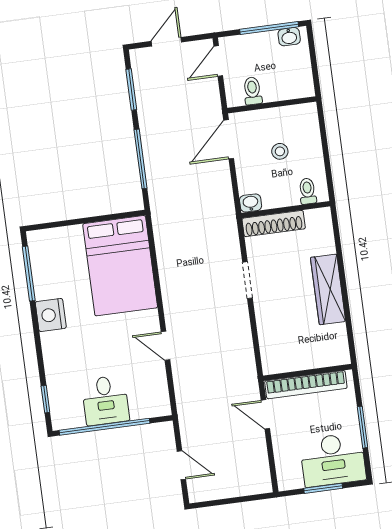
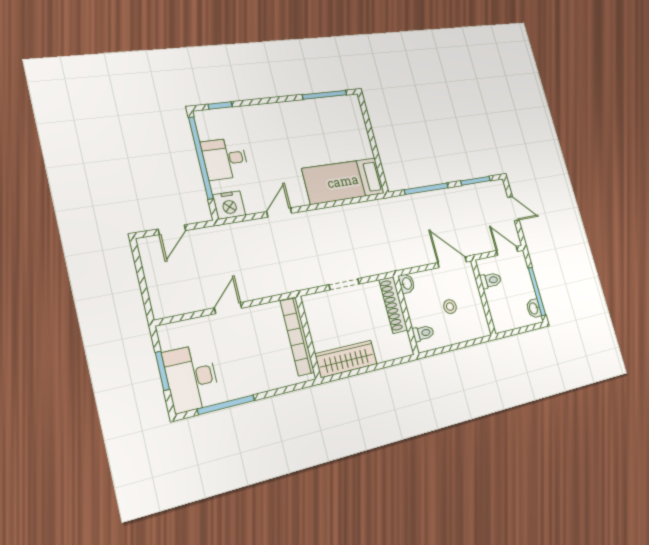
bed: (120, 266) -> (343, 181), width x0.67
nightstand: (51, 315) -> (229, 205), moved, turned 180
wall: (307, 372) -> (308, 337), moved
bookcase: (306, 385) -> (297, 337), moved
window: (362, 427) -> (226, 405), width x1.44

